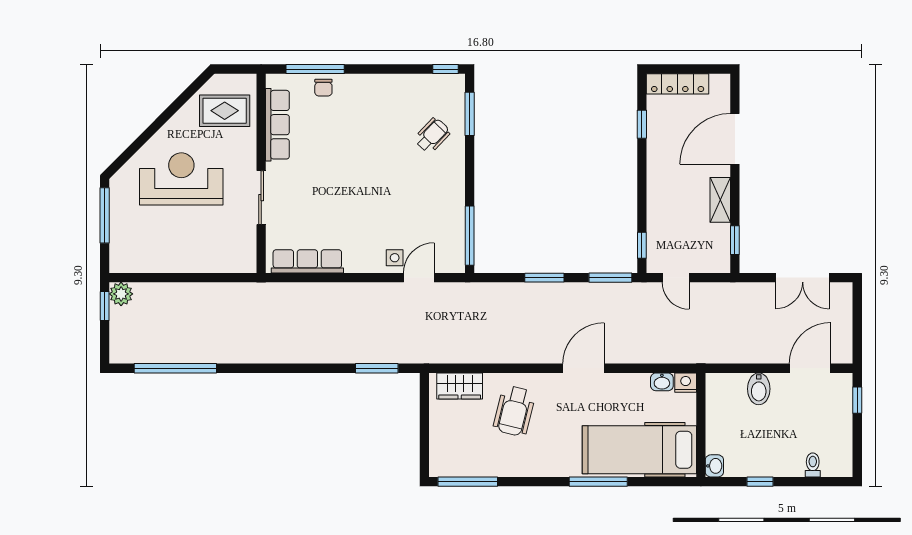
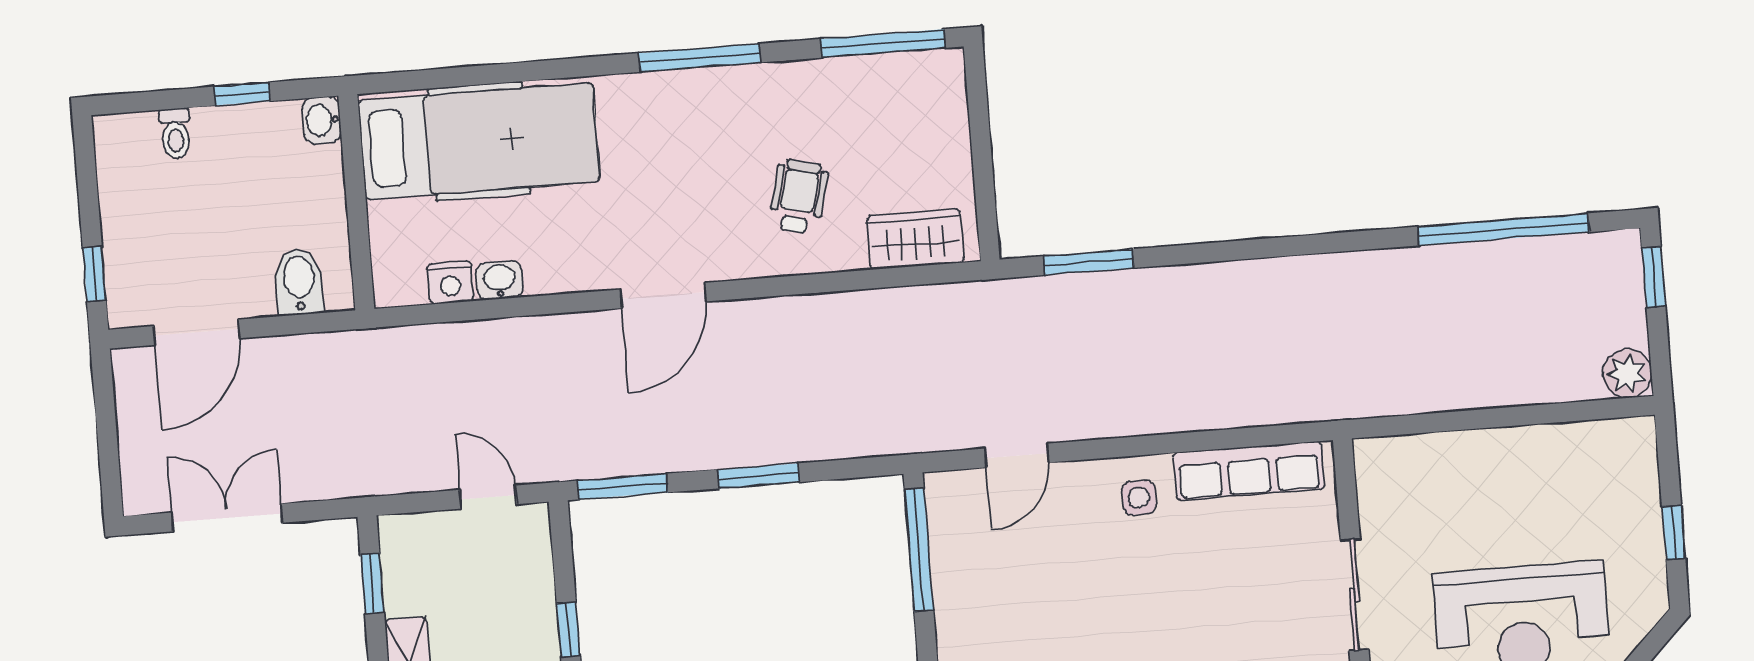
window: (105, 215) -> (1674, 533), width x0.46
window: (642, 245) -> (568, 629), moved
side table: (395, 258) -> (1139, 497), moved
window: (105, 306) -> (1654, 277), moved
wheelchair: (514, 411) -> (799, 196), width x0.73, depth x0.73
wall: (701, 425) -> (356, 202), moved
hospital bed: (639, 450) -> (479, 141), moved
washbasin: (714, 466) -> (322, 120), moved
window: (598, 482) -> (700, 58), moved
window: (760, 482) -> (242, 94), moved

